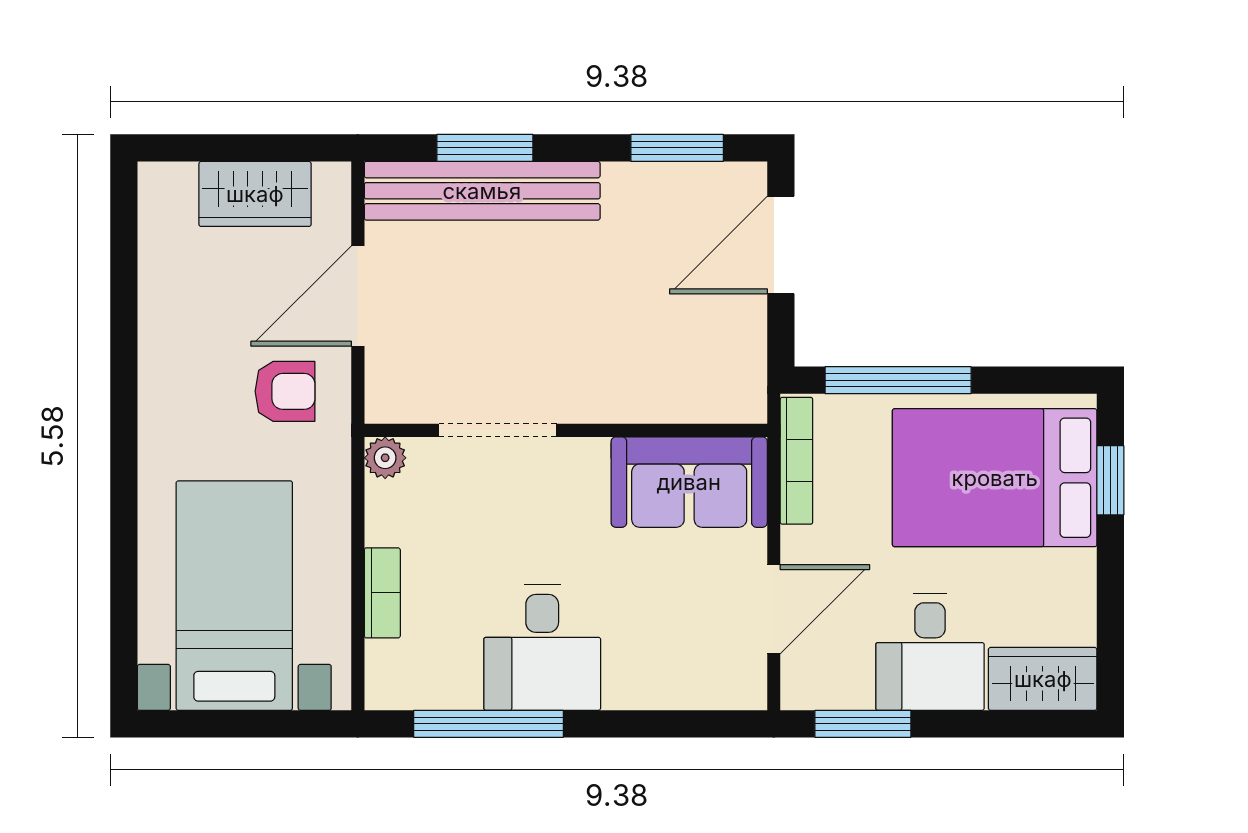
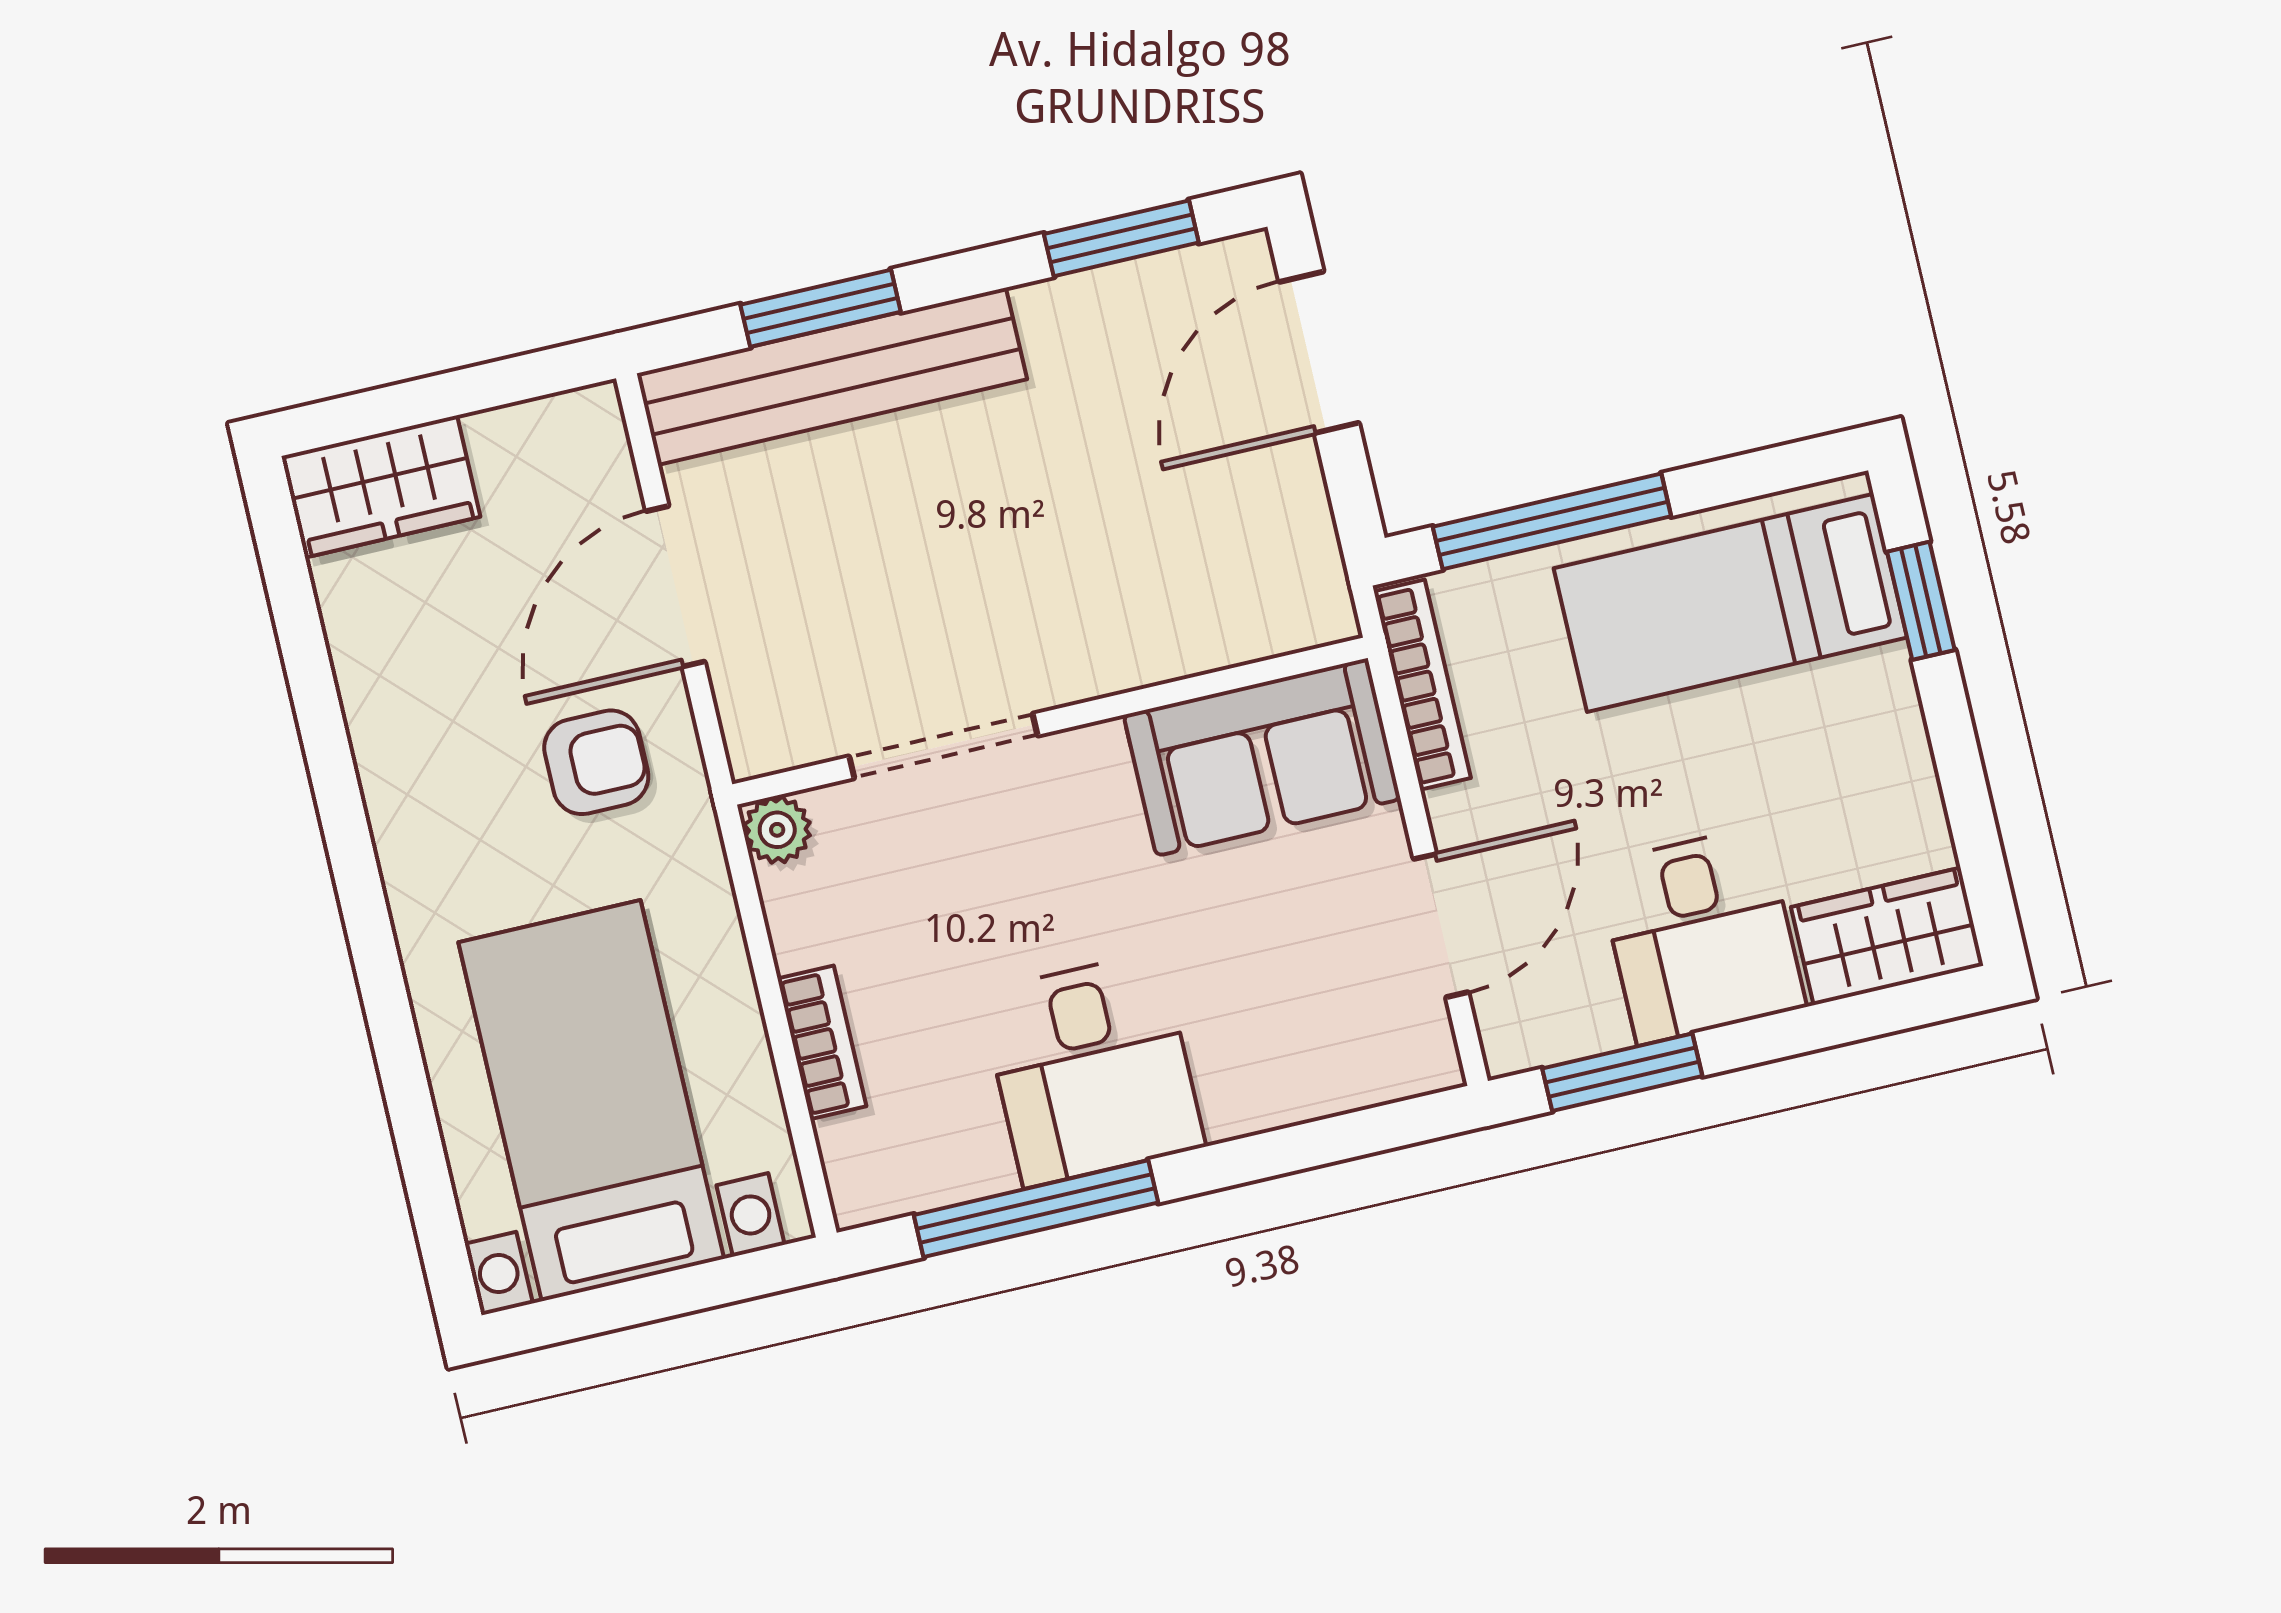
wardrobe: (255, 194) -> (381, 487), moved
bed: (995, 478) -> (1730, 603), width x0.67

